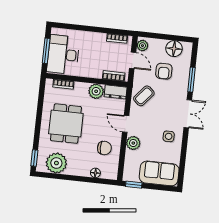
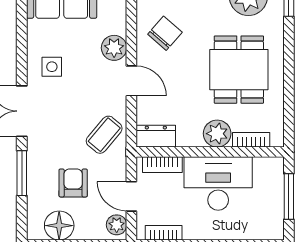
desk: (63, 55) -> (218, 184), moved, turned -90
plant: (96, 91) -> (217, 134), moved
chair: (104, 148) -> (165, 33), turned 131

